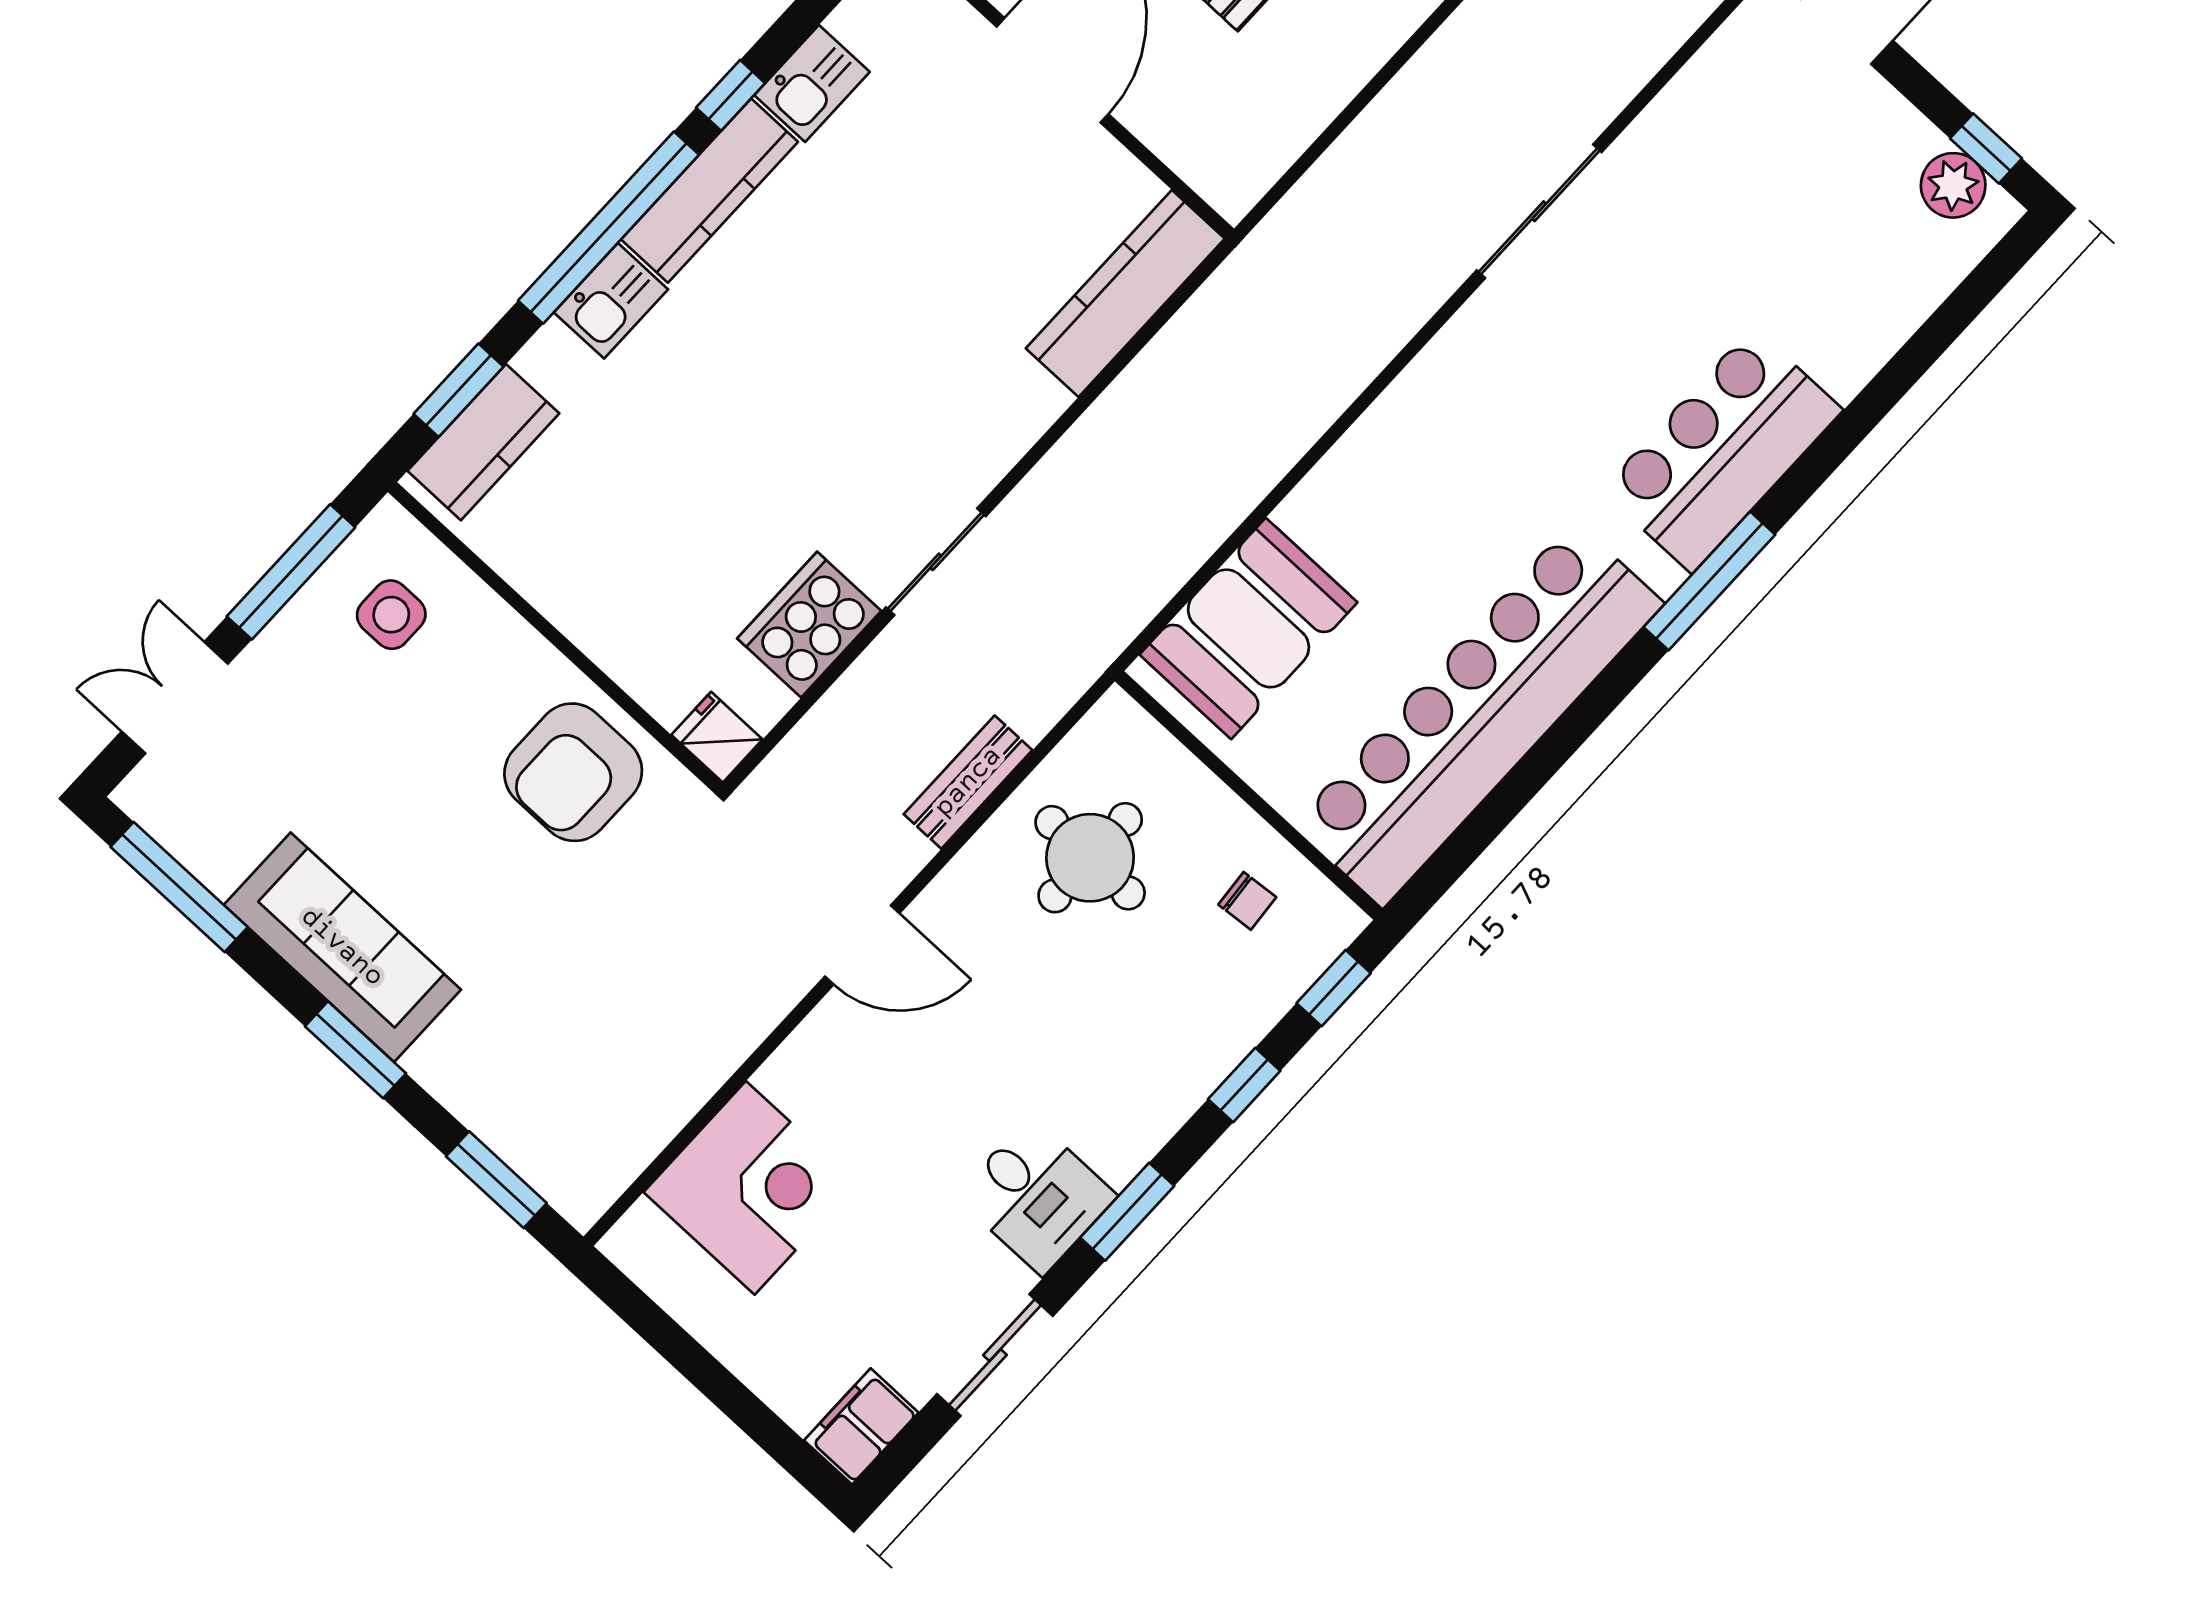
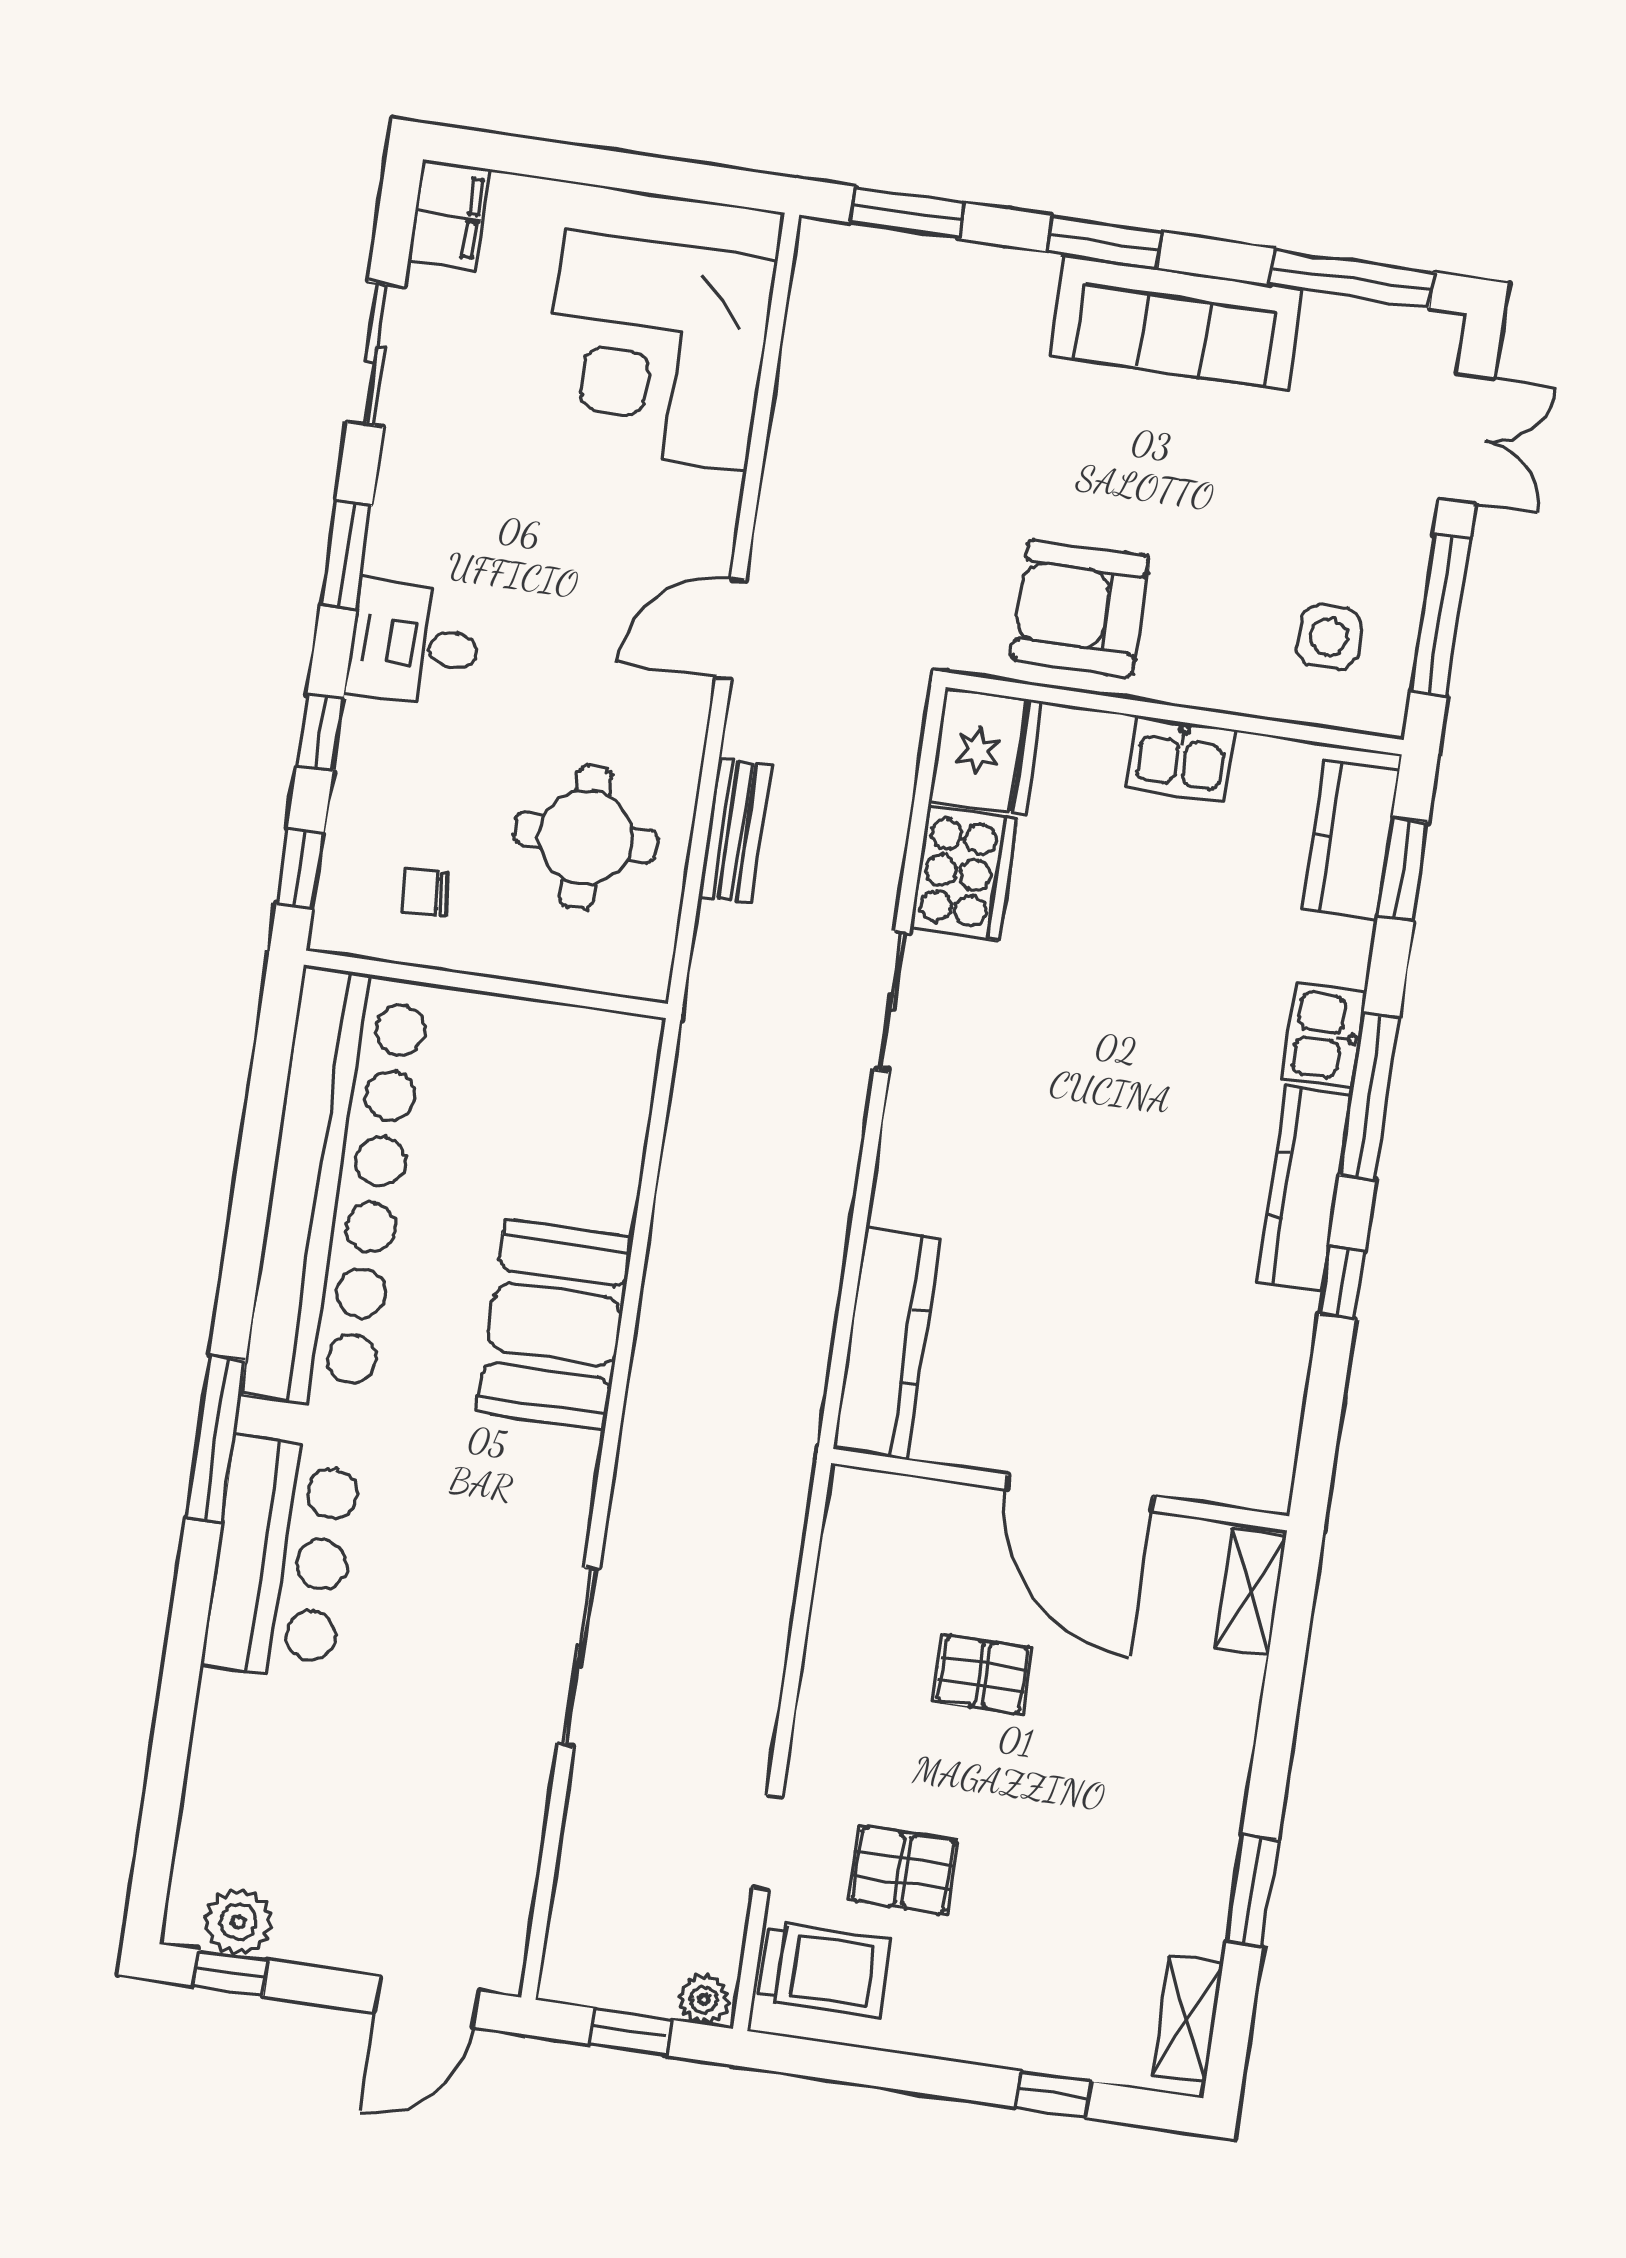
kitchen sink: (812, 83) -> (1181, 758), moved, turned -90
window: (609, 228) -> (1369, 1097), width x0.68
booth: (1248, 628) -> (555, 1325), moved
fridge: (717, 737) -> (986, 751), width x1.88, depth x1.34
armchair: (573, 772) -> (1080, 608), turned -90
corner desk: (750, 1188) -> (656, 350), width x1.36, depth x1.36
desk: (1036, 1196) -> (415, 644), moved

